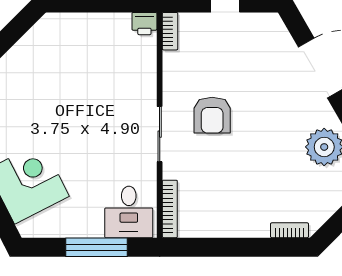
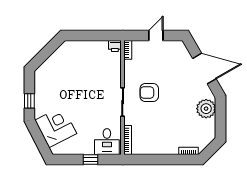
armchair: (212, 115) -> (149, 93), turned 90
window: (96, 247) -> (90, 160), width x0.46

